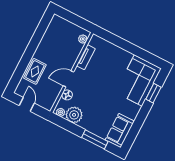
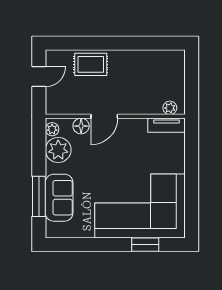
tv unit: (86, 57) -> (167, 125), moved
door: (68, 79) -> (104, 116), swing flipped
corner sofa: (138, 80) -> (140, 206), width x1.36, depth x1.36
sofa: (120, 131) -> (59, 198), moved, turned 90

